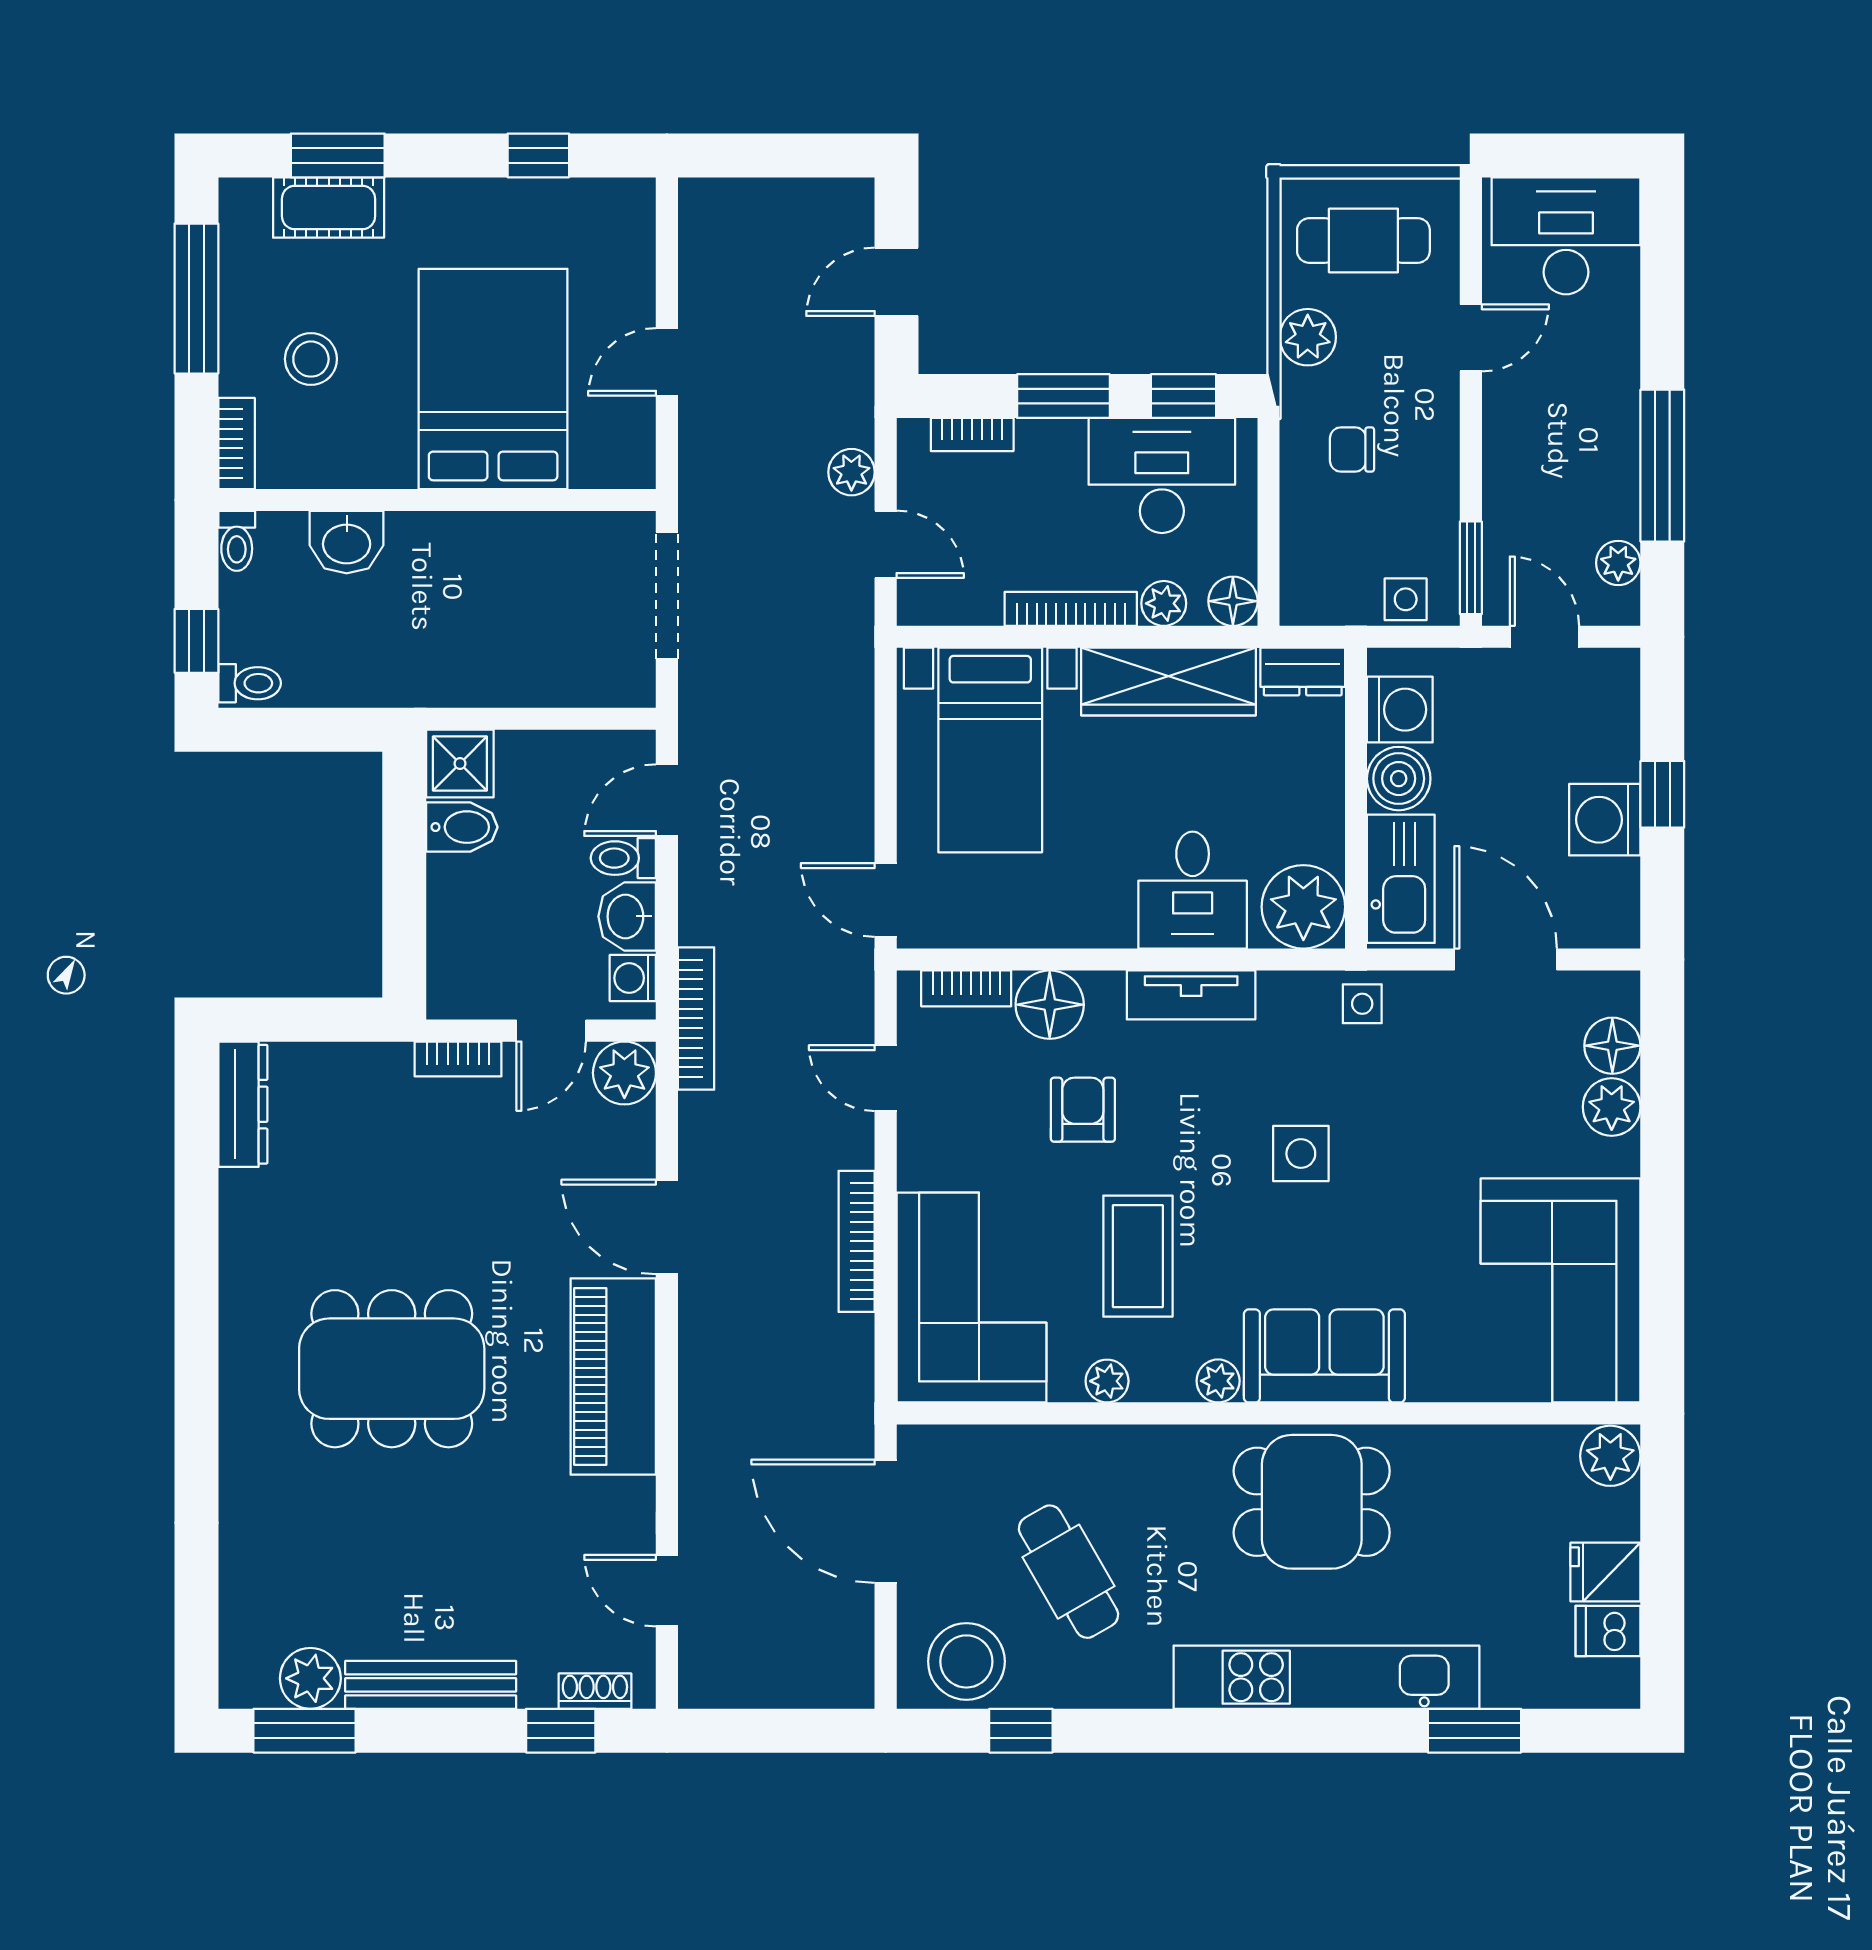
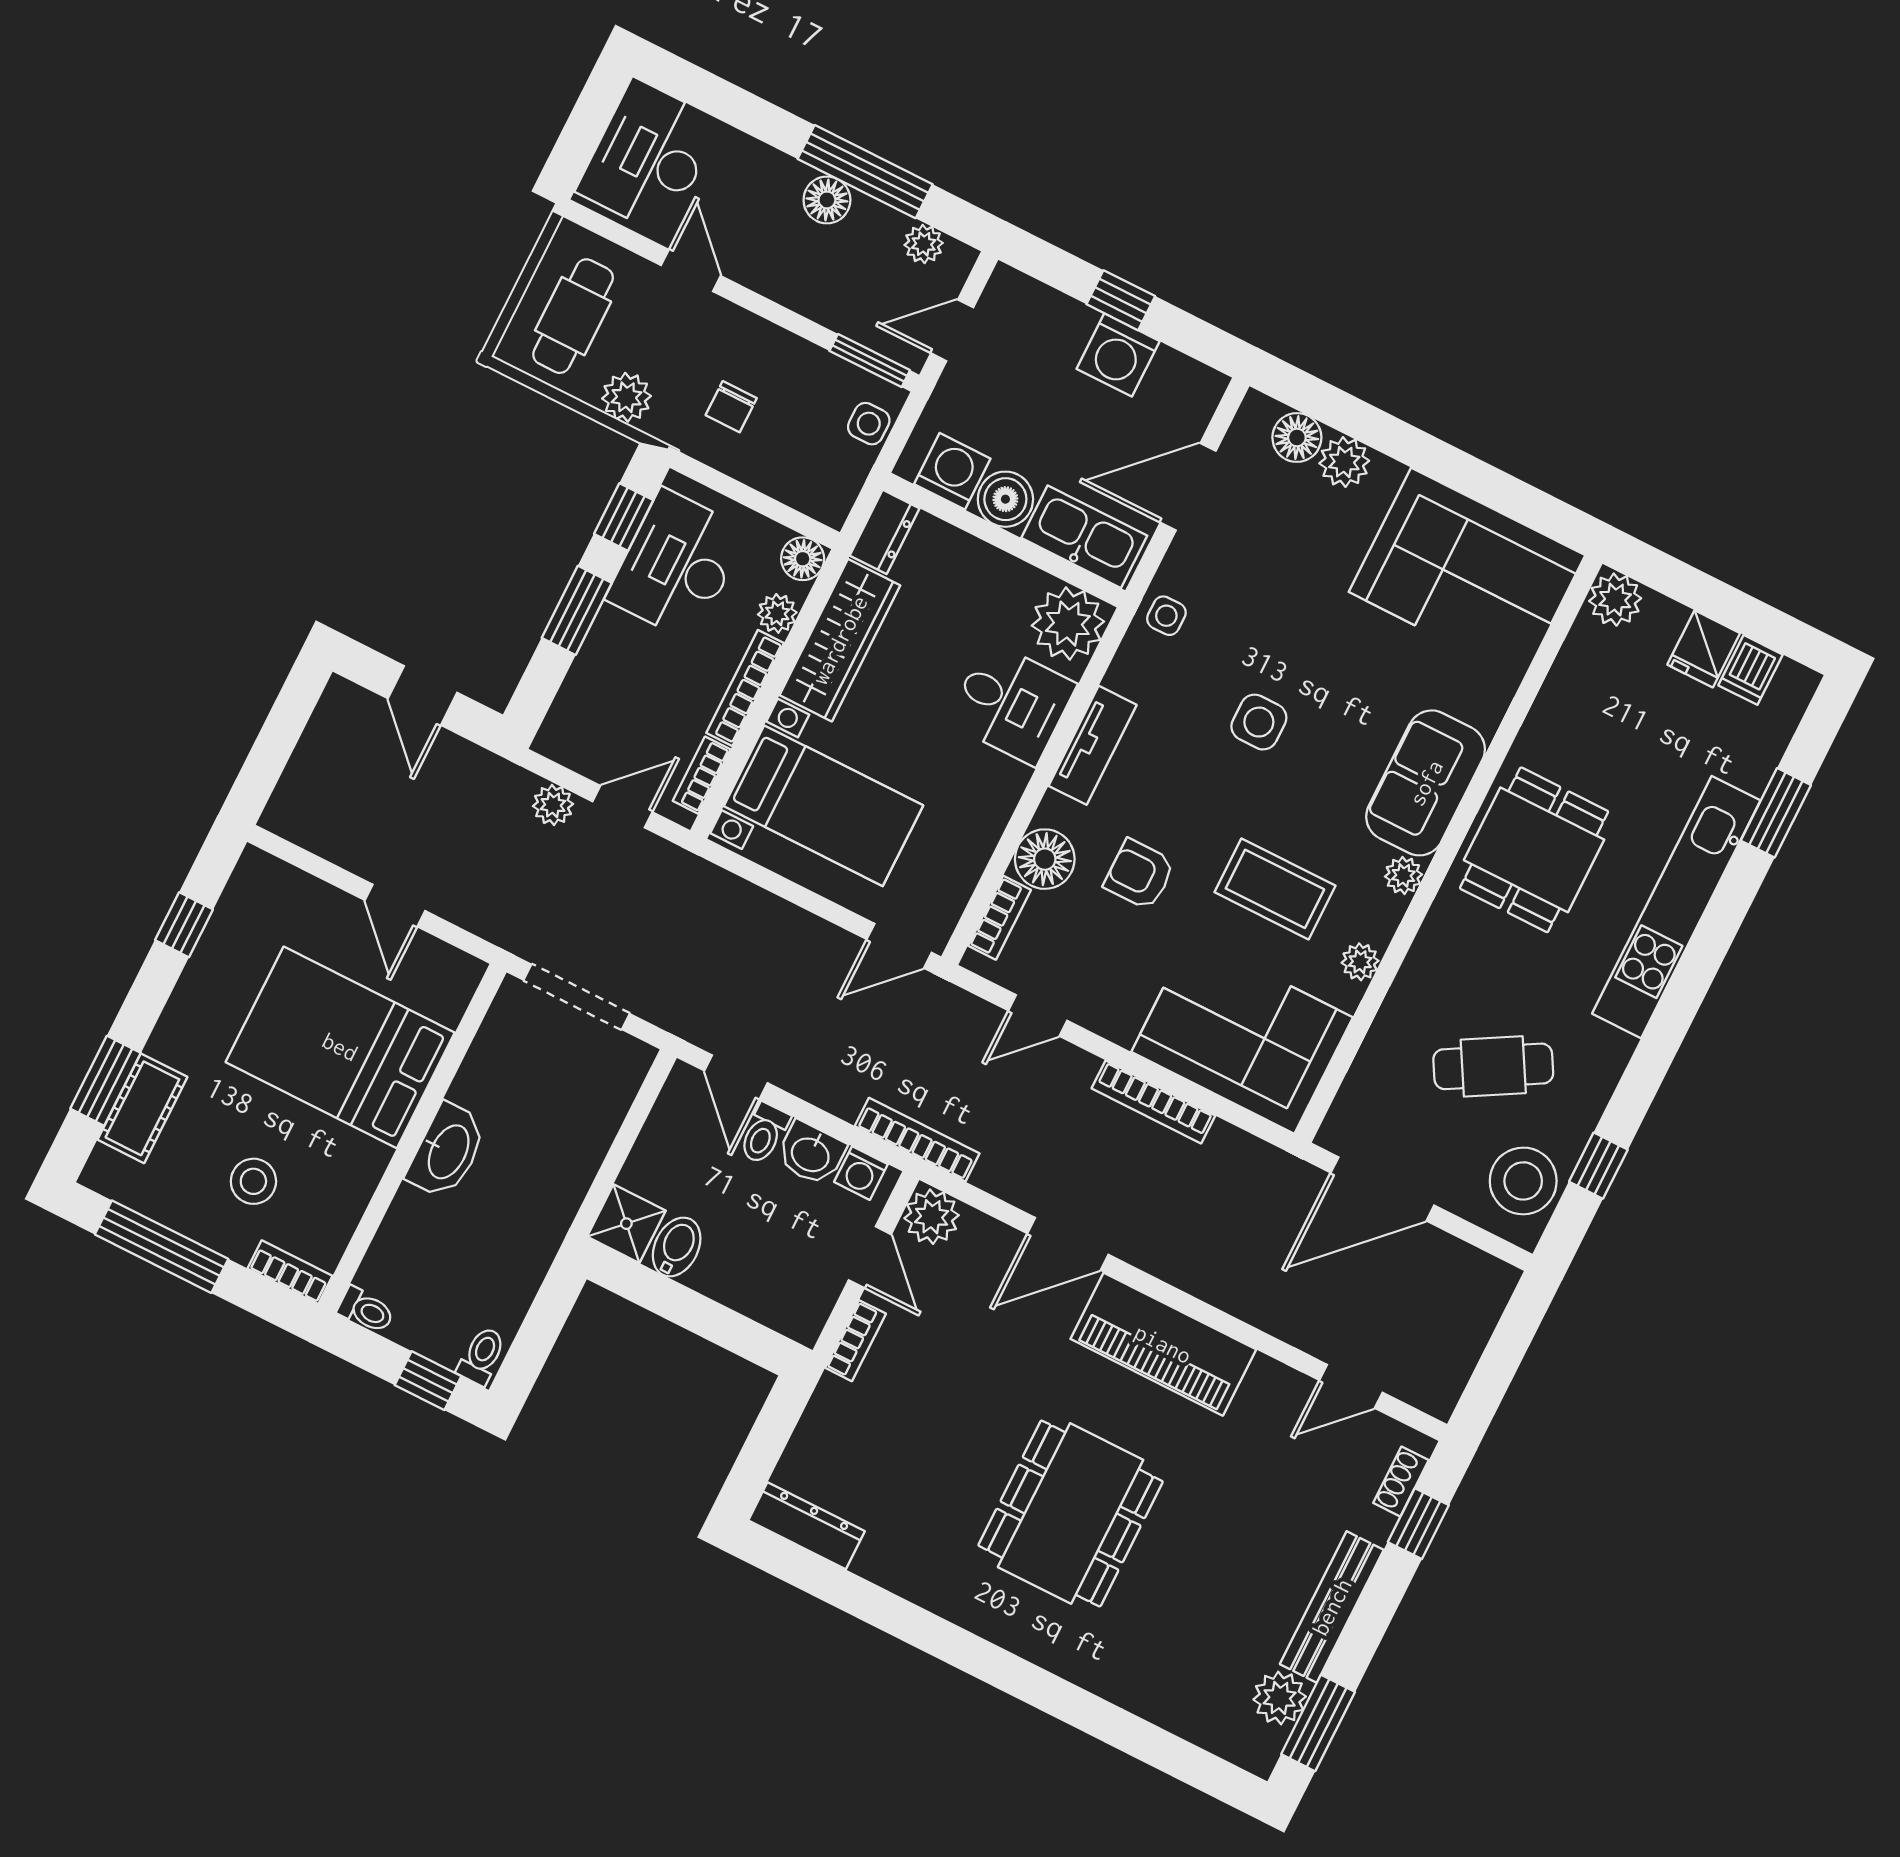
bookcase: (972, 435) -> (702, 775), moved, turned 180
floor lamp: (1614, 441) -> (827, 200), added
washbasin: (347, 542) -> (447, 1151), moved, width x1.38

